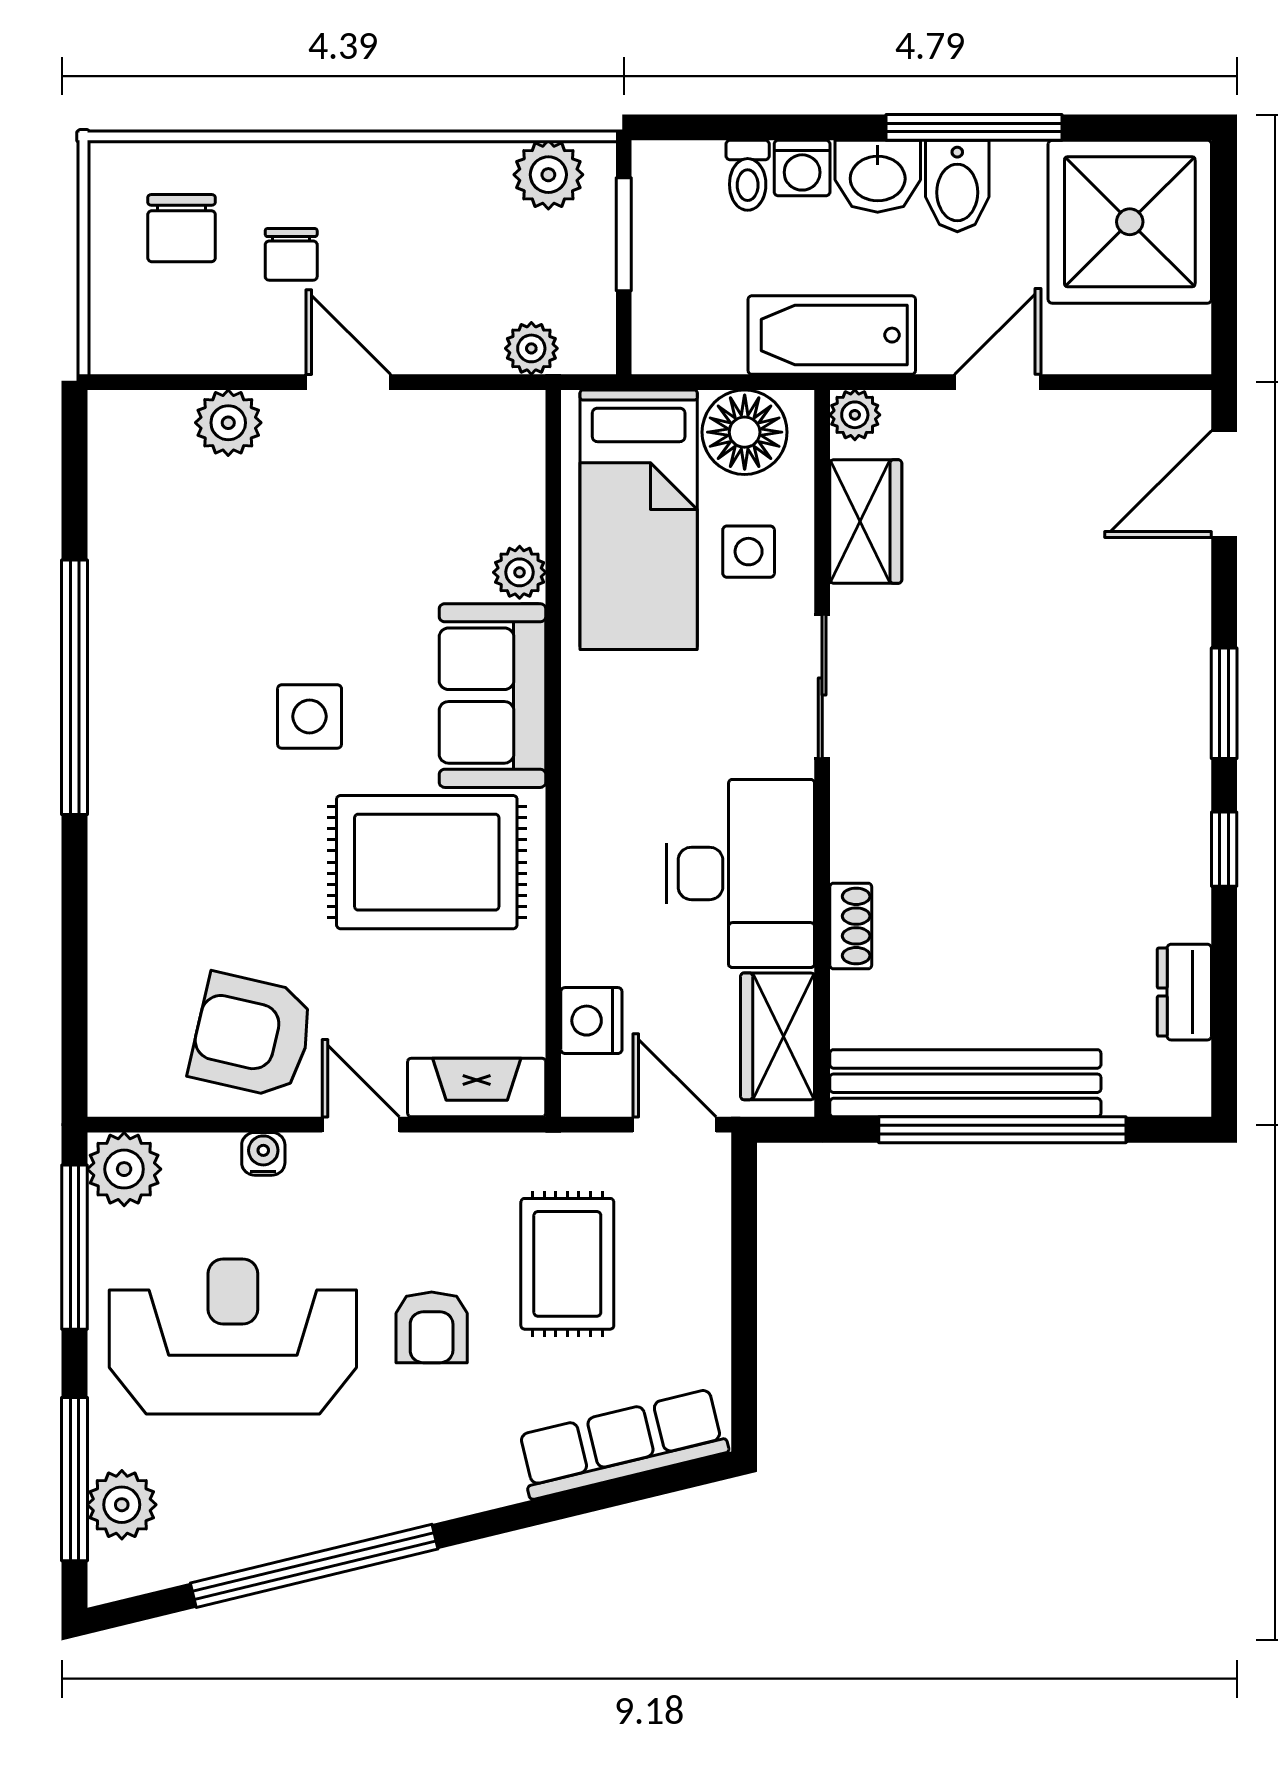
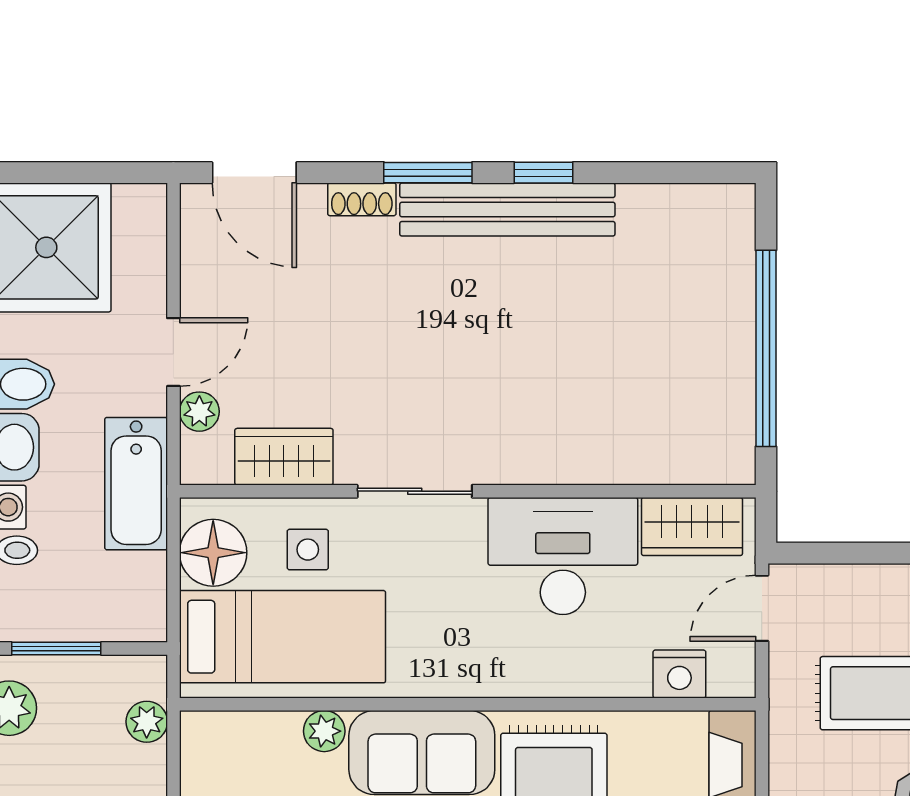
door: (998, 382) -> (173, 352), swing flipped
plant: (855, 415) -> (199, 412), moved
shoe rack: (851, 926) -> (362, 199), moved, turned 180
dresser: (1184, 992) -> (657, 204), removed
bench: (965, 1083) -> (507, 210), moved, turned 90

